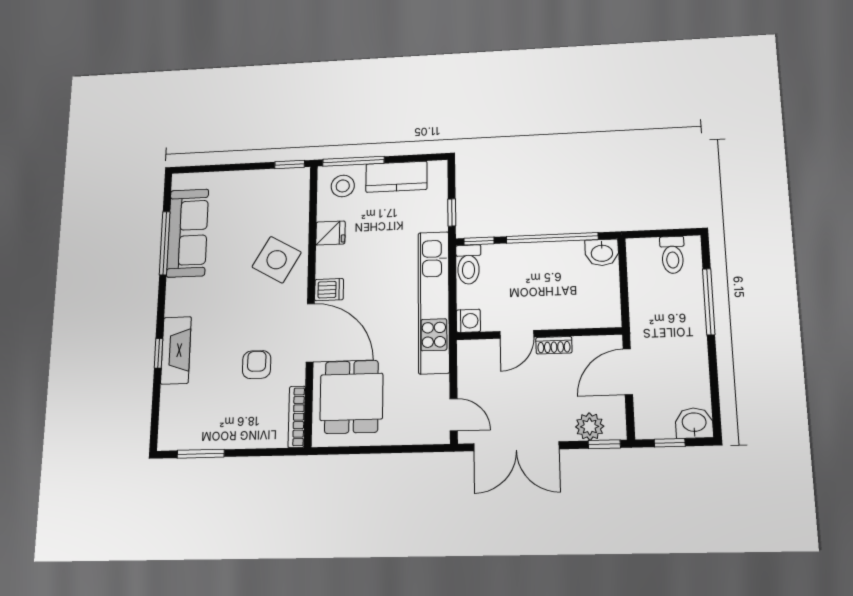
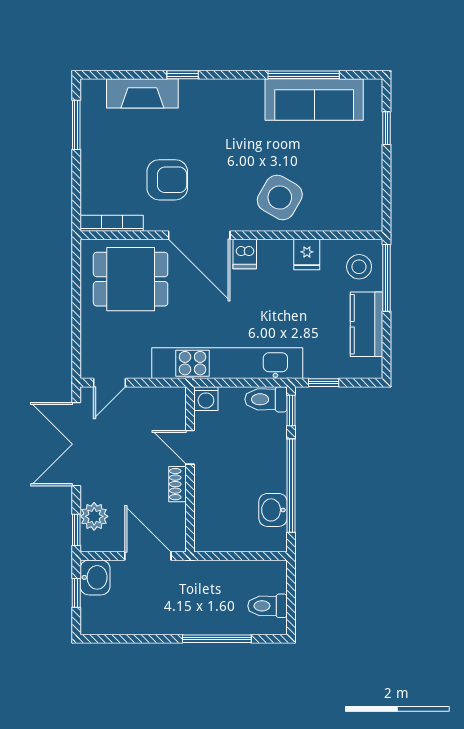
window: (290, 164) -> (387, 128), moved
washbasin: (602, 253) -> (273, 510), moved
door: (310, 333) -> (199, 235), hinge flipped
fireplace: (176, 350) -> (142, 93), moved
armchair: (257, 365) -> (167, 180), width x1.38, depth x1.38
washbasin: (694, 423) -> (95, 577), moved

